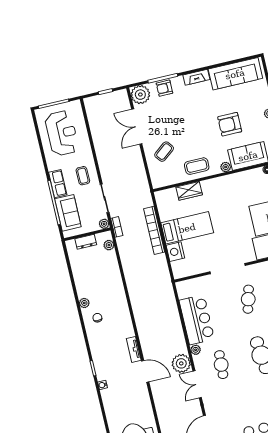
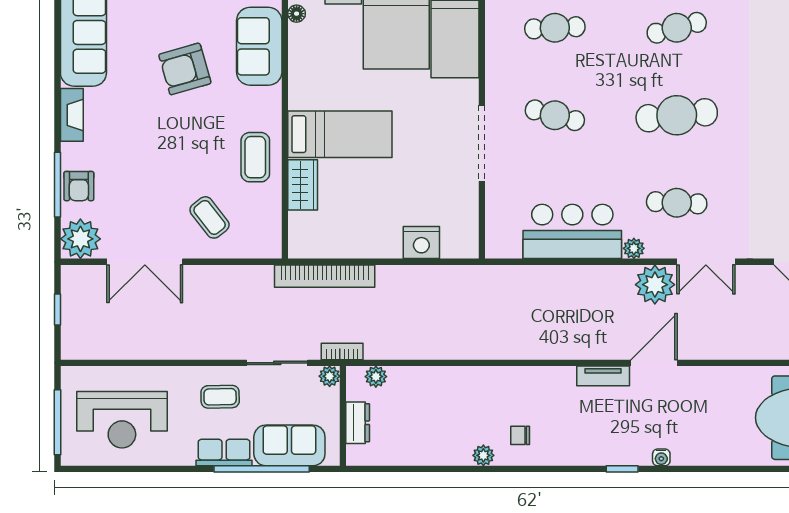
armchair: (230, 124) -> (185, 69), turned 74
reception desk: (62, 133) -> (122, 420), turned 180
plant: (226, 167) -> (271, 98), removed
bed: (187, 228) -> (340, 134), moved, turned 90
bookcase: (154, 230) -> (325, 276), moved

